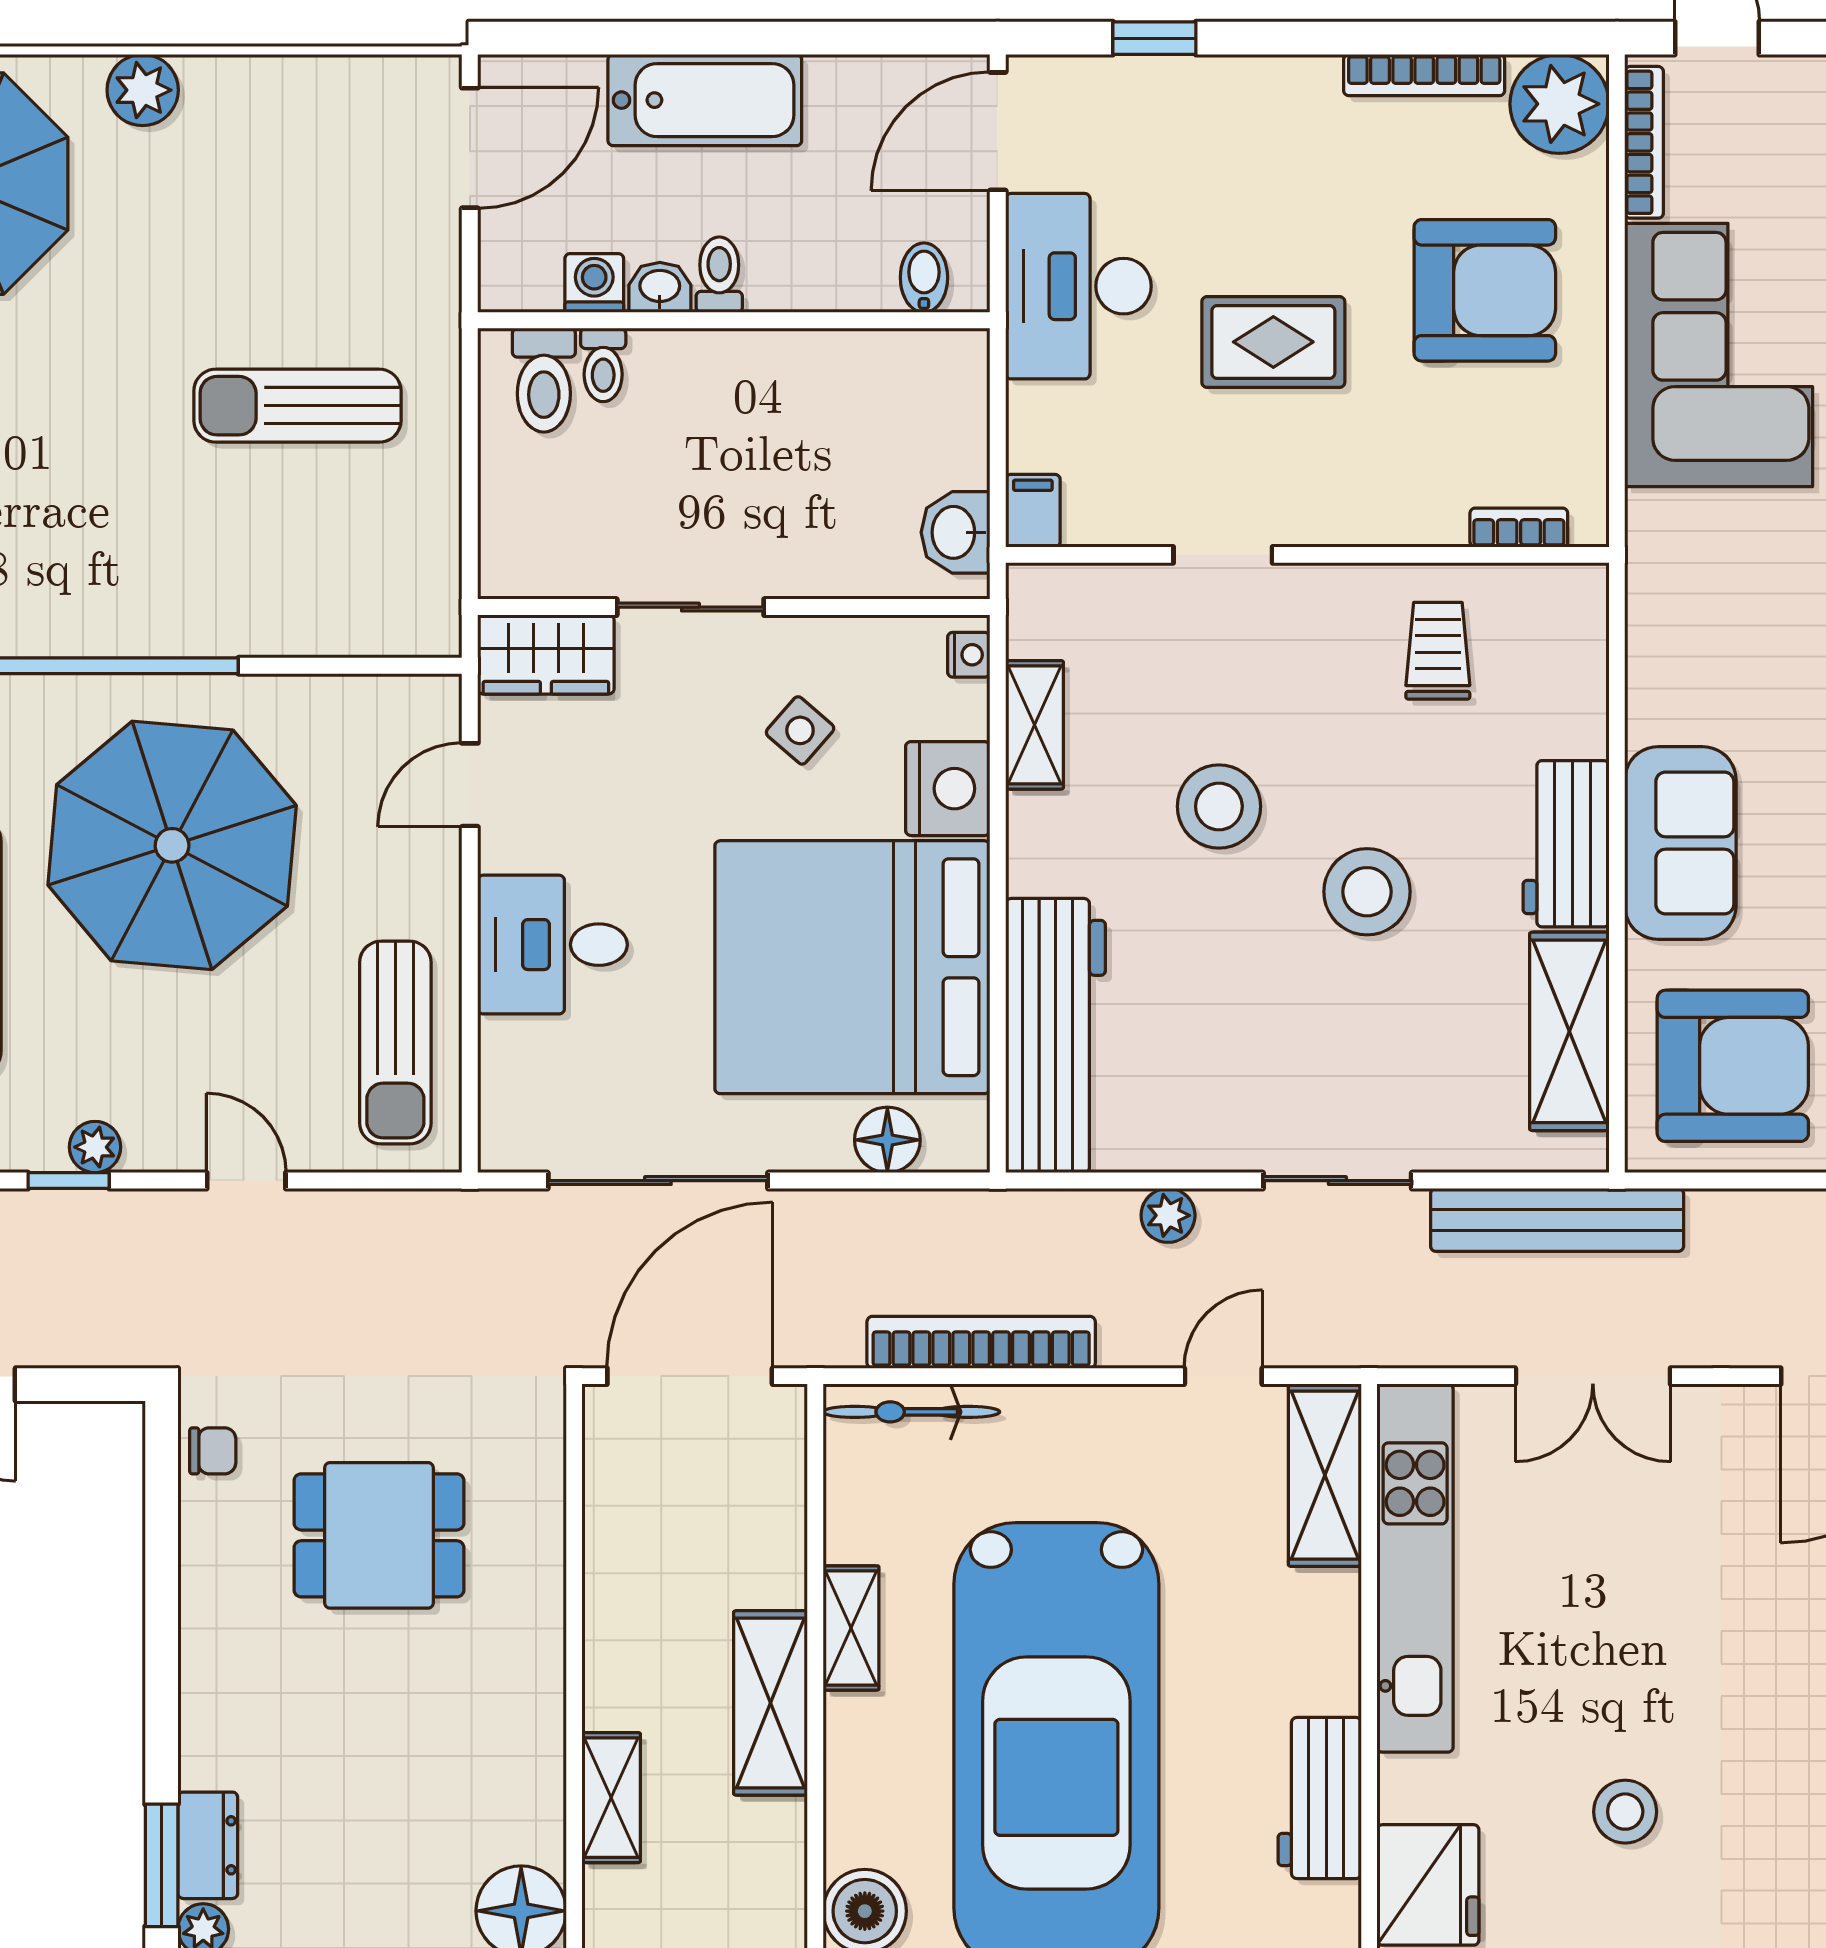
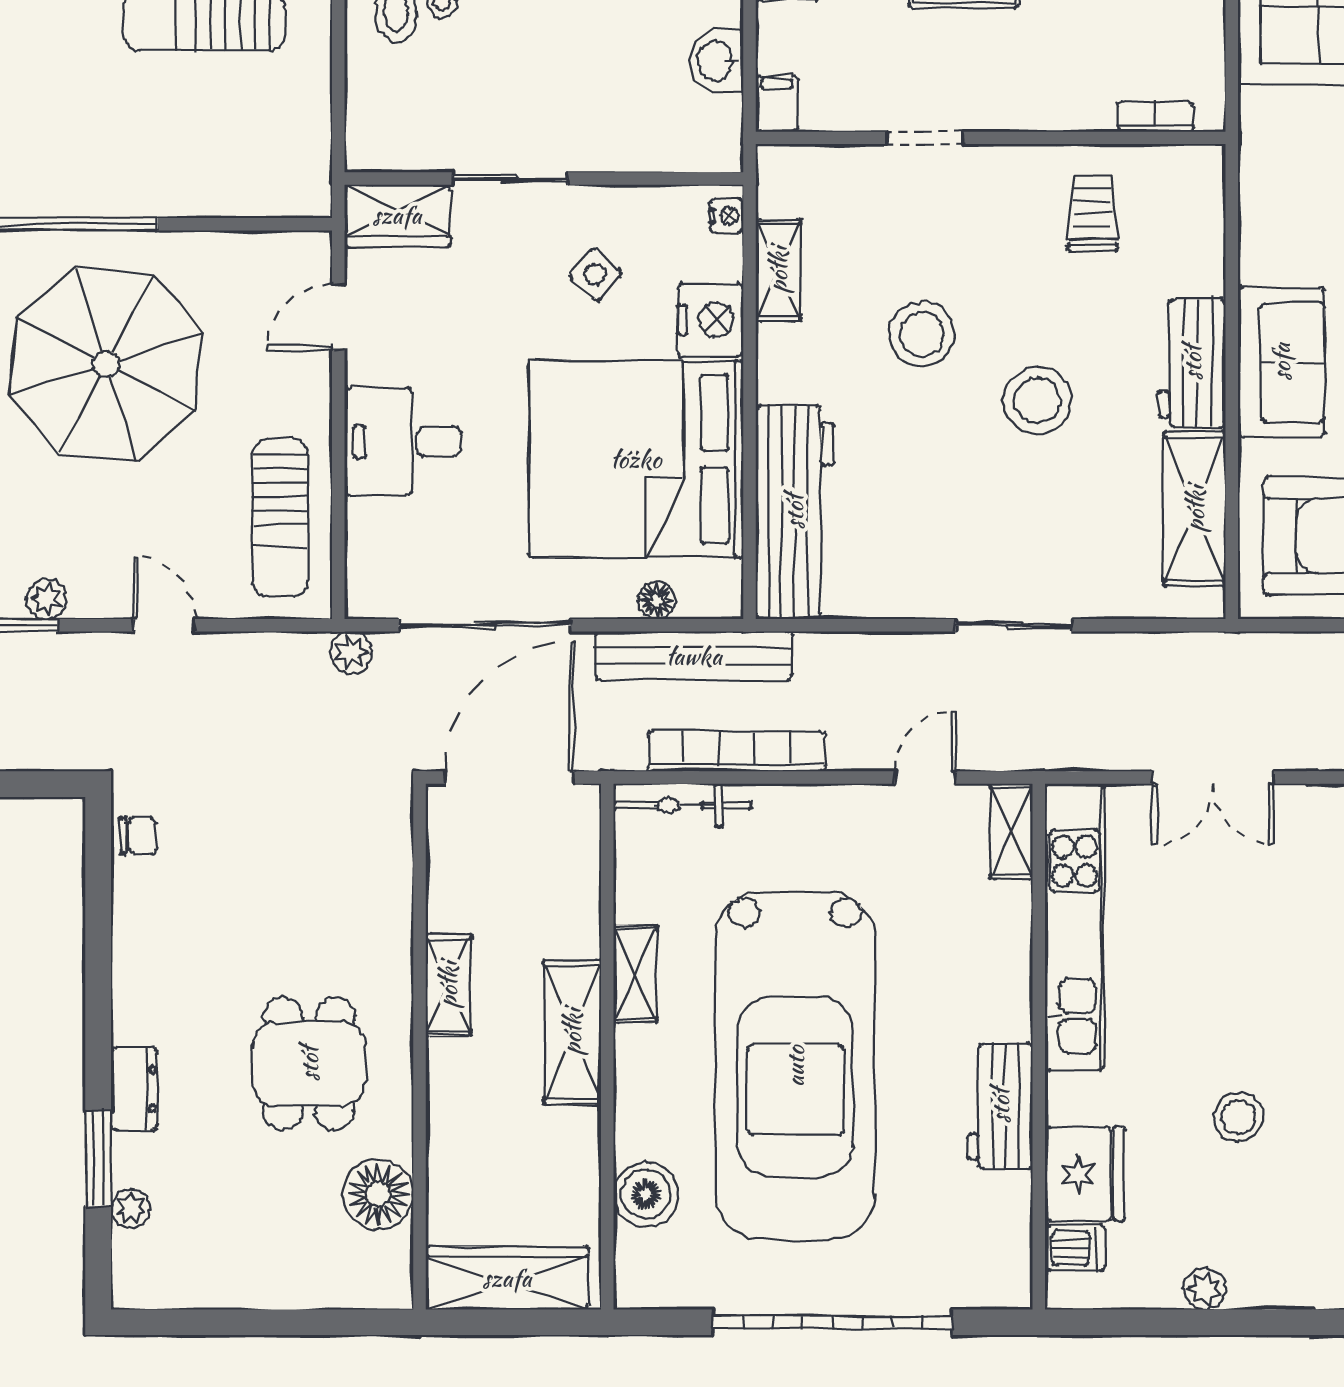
washbasin: (955, 532) -> (717, 61), moved
floor lamp: (887, 1140) -> (657, 601), width x0.73, depth x0.73
plant: (1168, 1215) -> (351, 652), moved
bench: (1557, 1220) -> (694, 656), moved
shelving: (1325, 1475) -> (1011, 831), width x0.67, depth x0.75
dining table: (379, 1535) -> (309, 1064), moved, turned 90
shelving: (611, 1798) -> (448, 985), moved
dresser: (208, 1845) -> (134, 1089), moved

